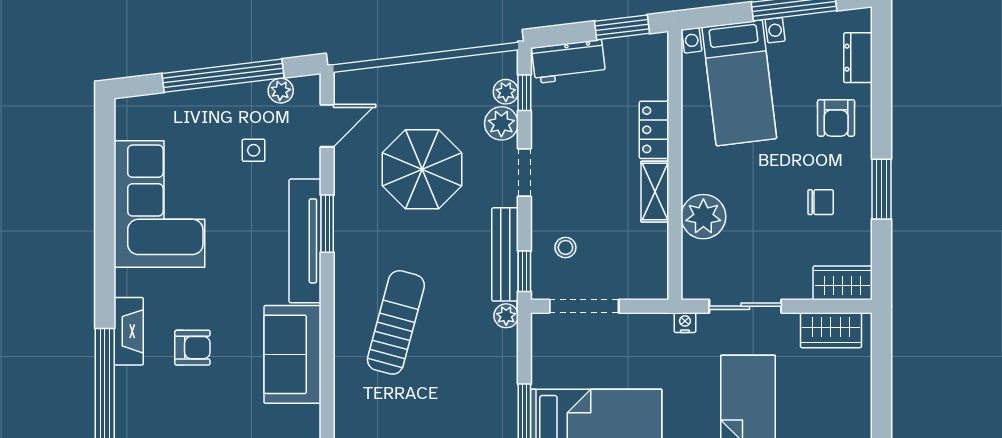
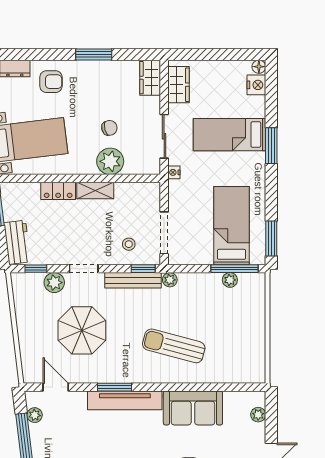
plant: (506, 92) -> (230, 280), moved
side table: (254, 150) -> (70, 431), removed
chair: (821, 202) -> (109, 128), moved, turned 76

